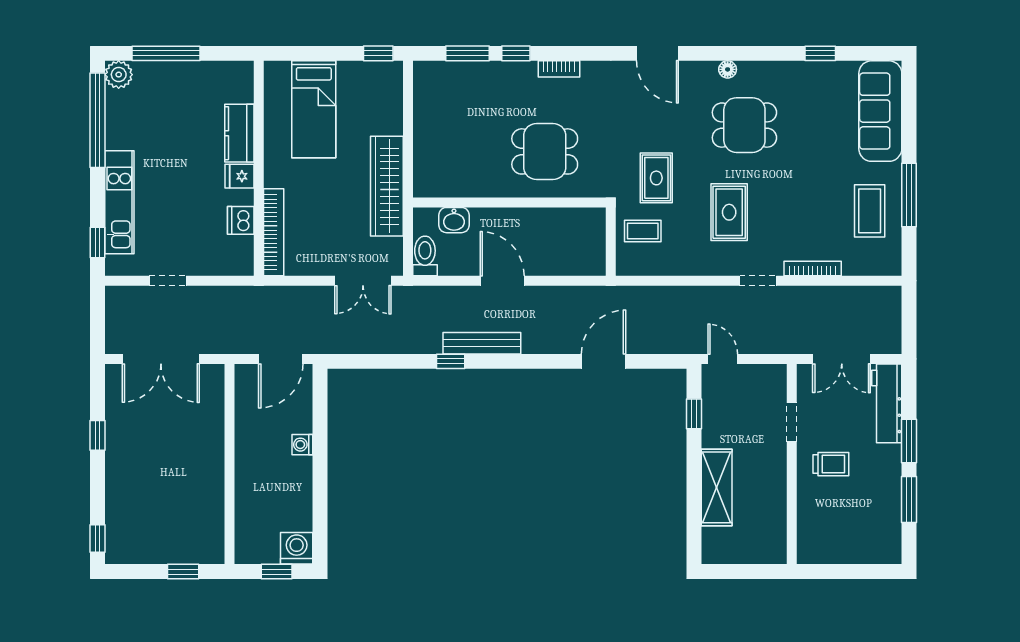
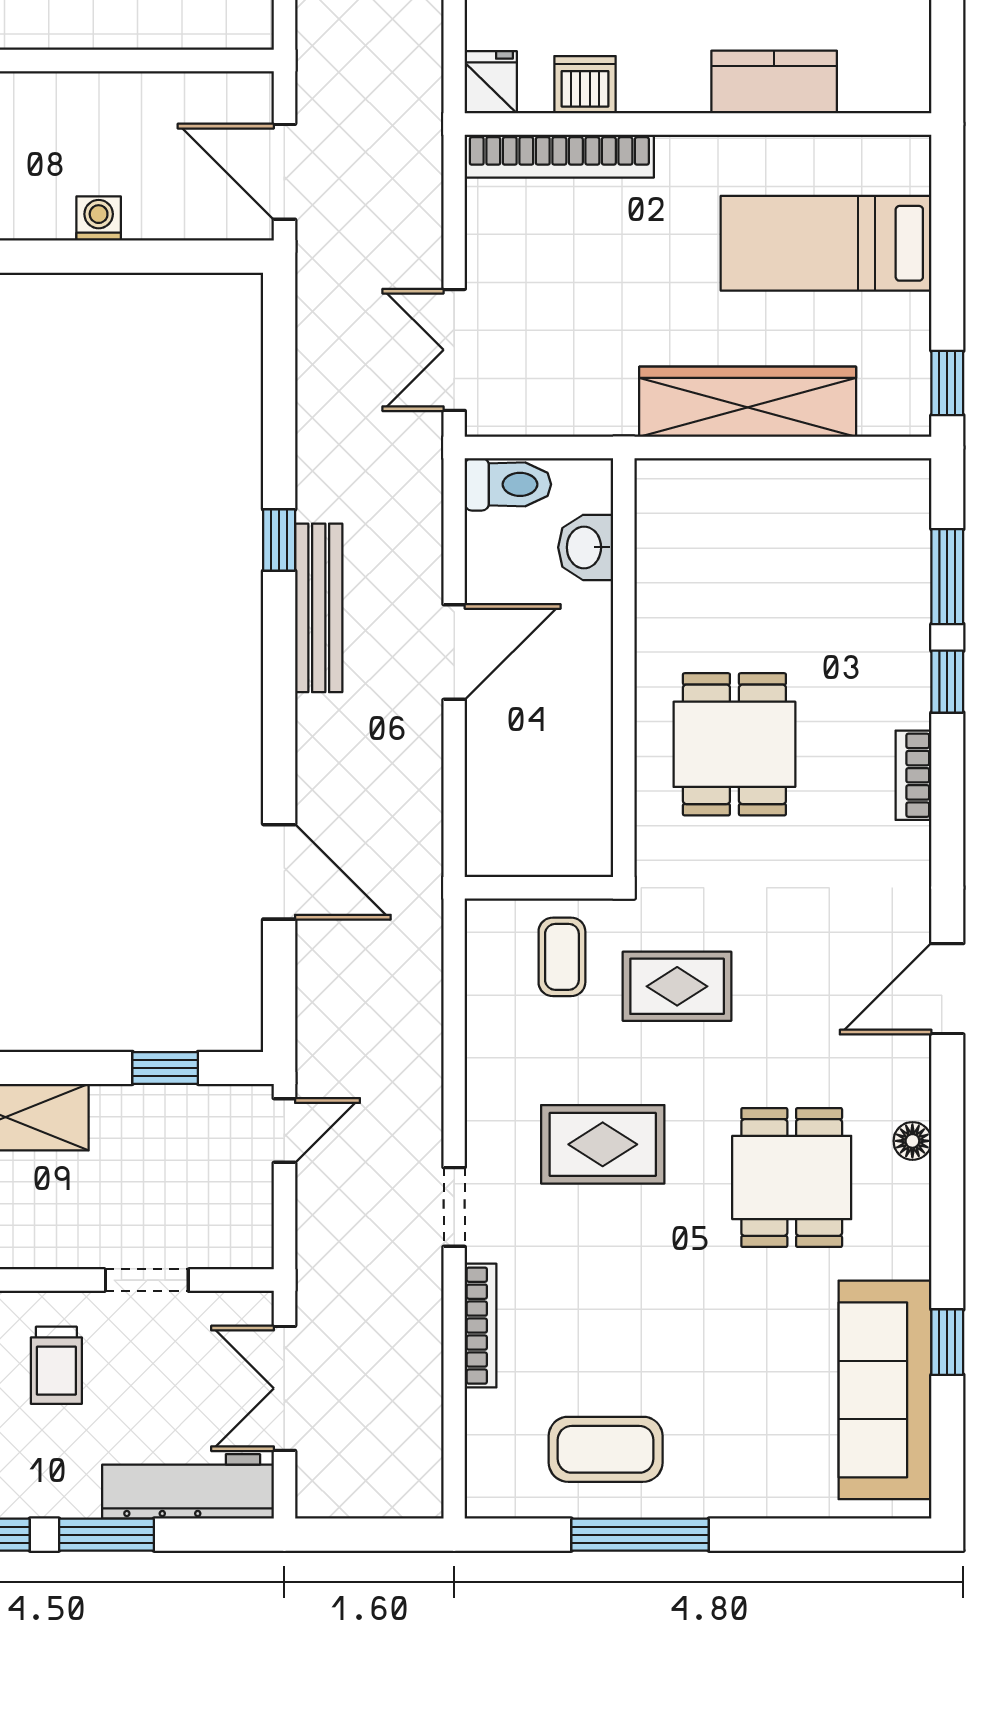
sofa: (880, 111) -> (885, 1390), moved, turned -90
fridge: (240, 176) -> (491, 82), moved
wardrobe: (387, 186) -> (748, 402), moved

